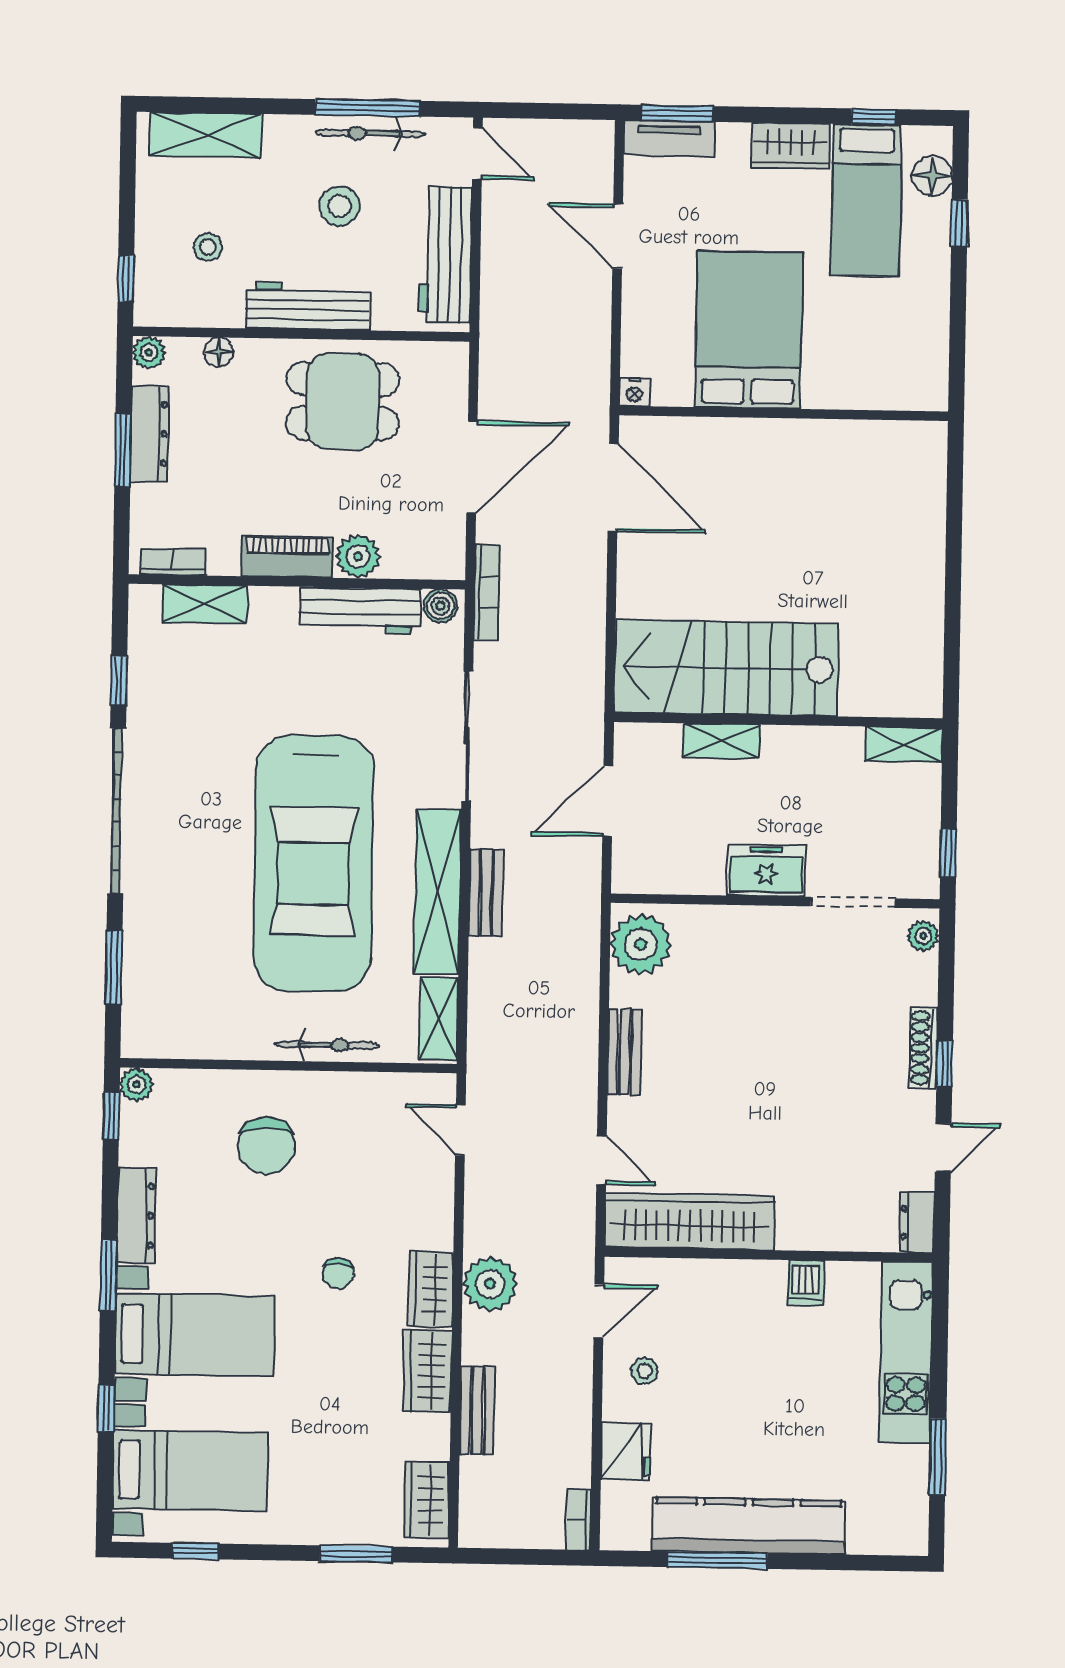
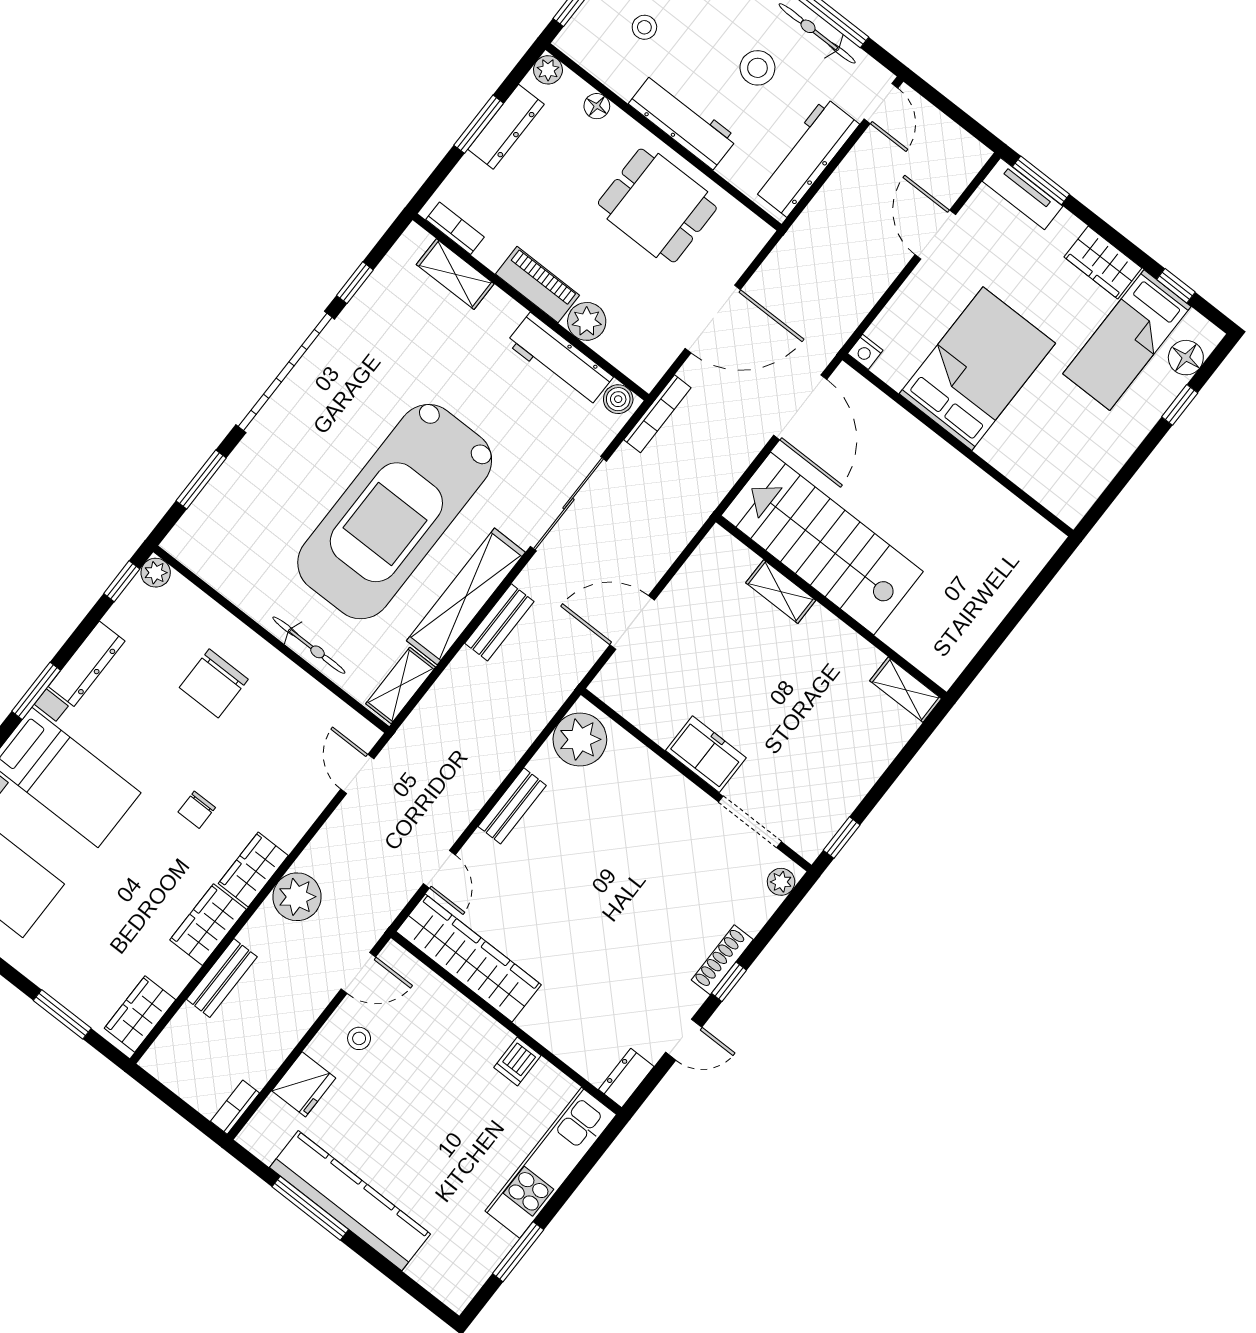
stairs: (726, 668) -> (822, 543), moved
wall: (778, 720) -> (831, 607), moved
shelving: (721, 741) -> (781, 592), moved
shelving: (904, 744) -> (906, 690), moved

